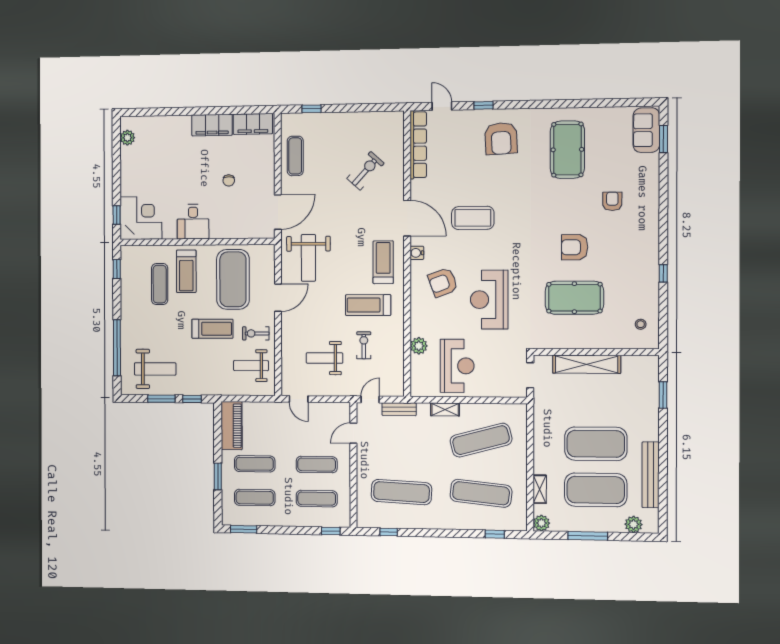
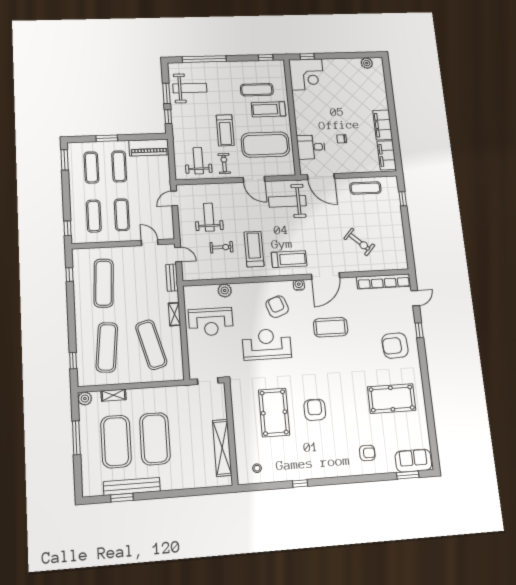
armchair: (612, 201) -> (367, 453), moved
coffee table: (473, 218) -> (331, 327), turned 90
desk: (193, 222) -> (311, 147), moved
shelving: (587, 364) -> (222, 448), moved
weight bench: (155, 369) -> (190, 88), turned -90
window: (663, 395) -> (122, 498), moved
plant: (633, 524) -> (89, 475), removed

